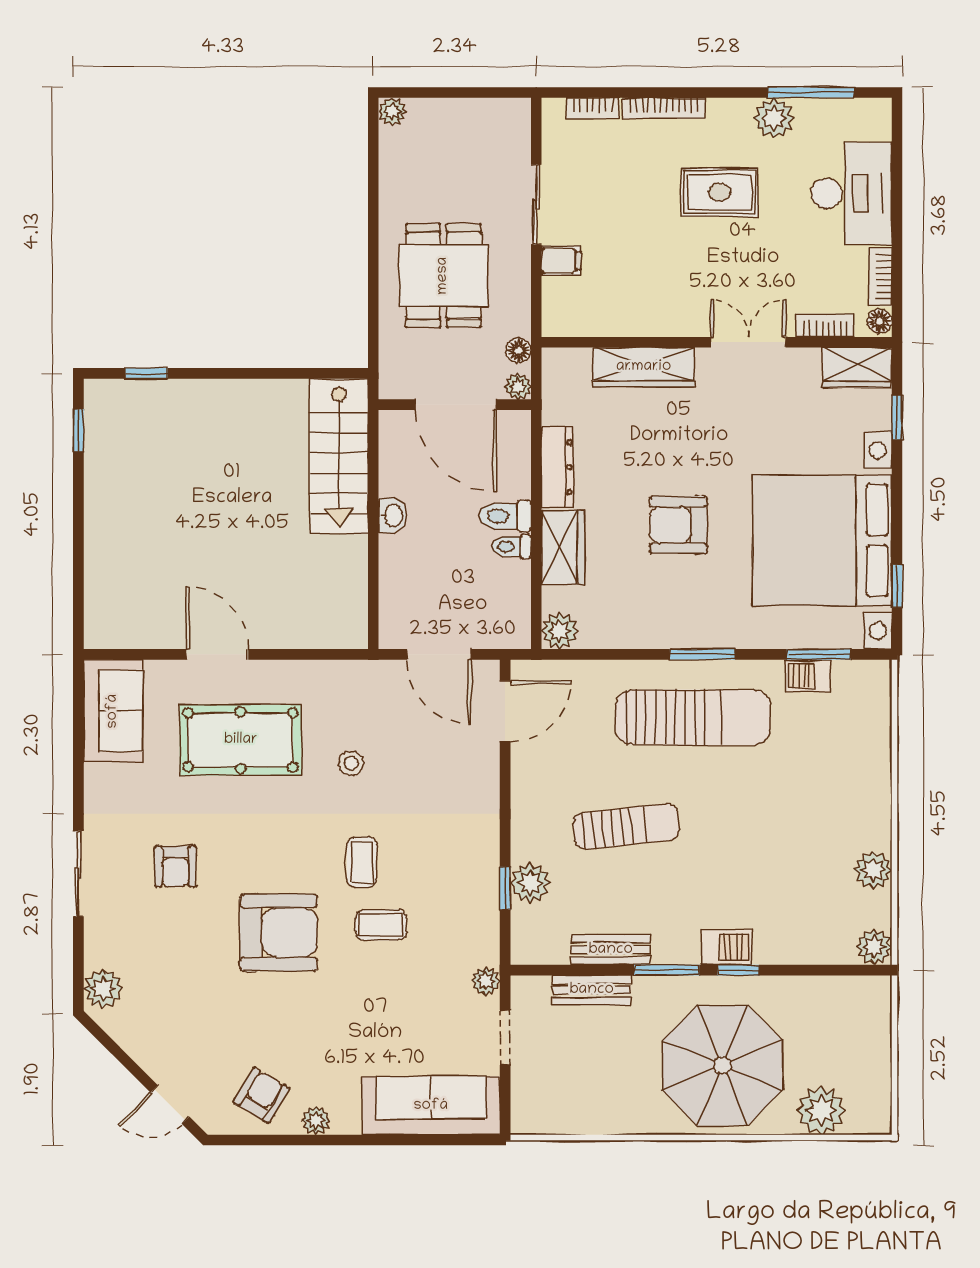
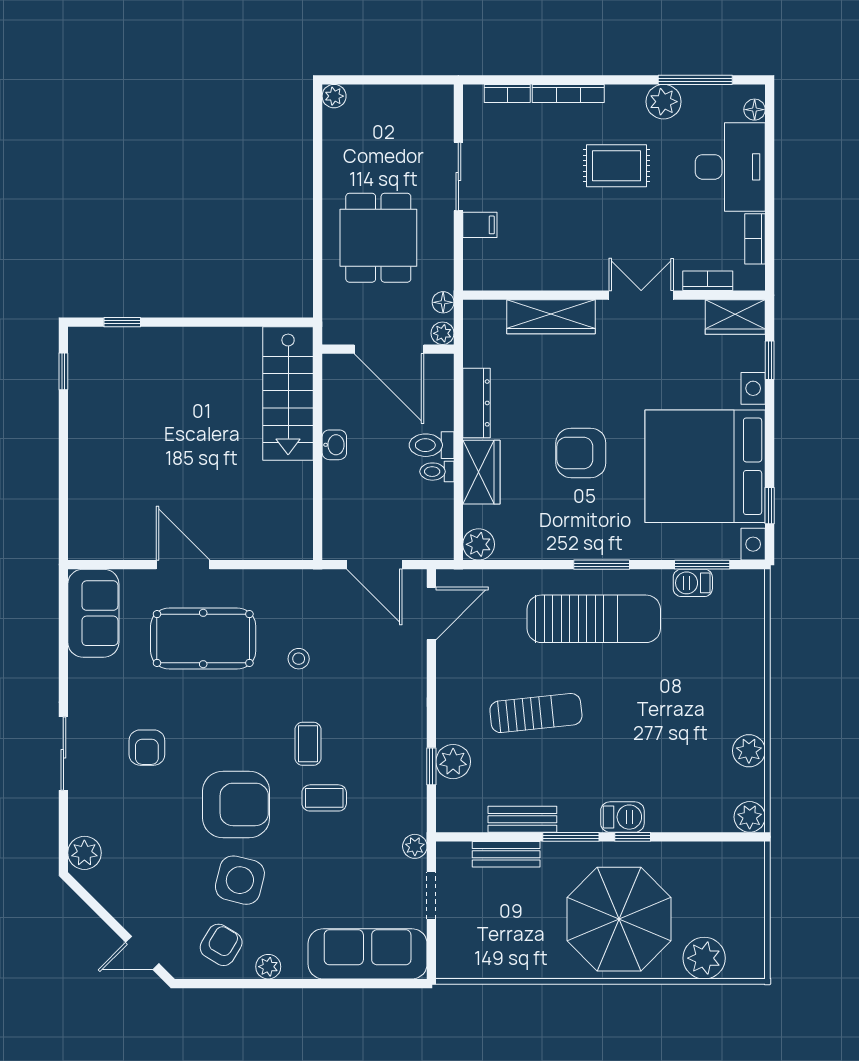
floor lamp: (880, 321) -> (755, 110), moved
side table: (283, 1020) -> (240, 880), added

